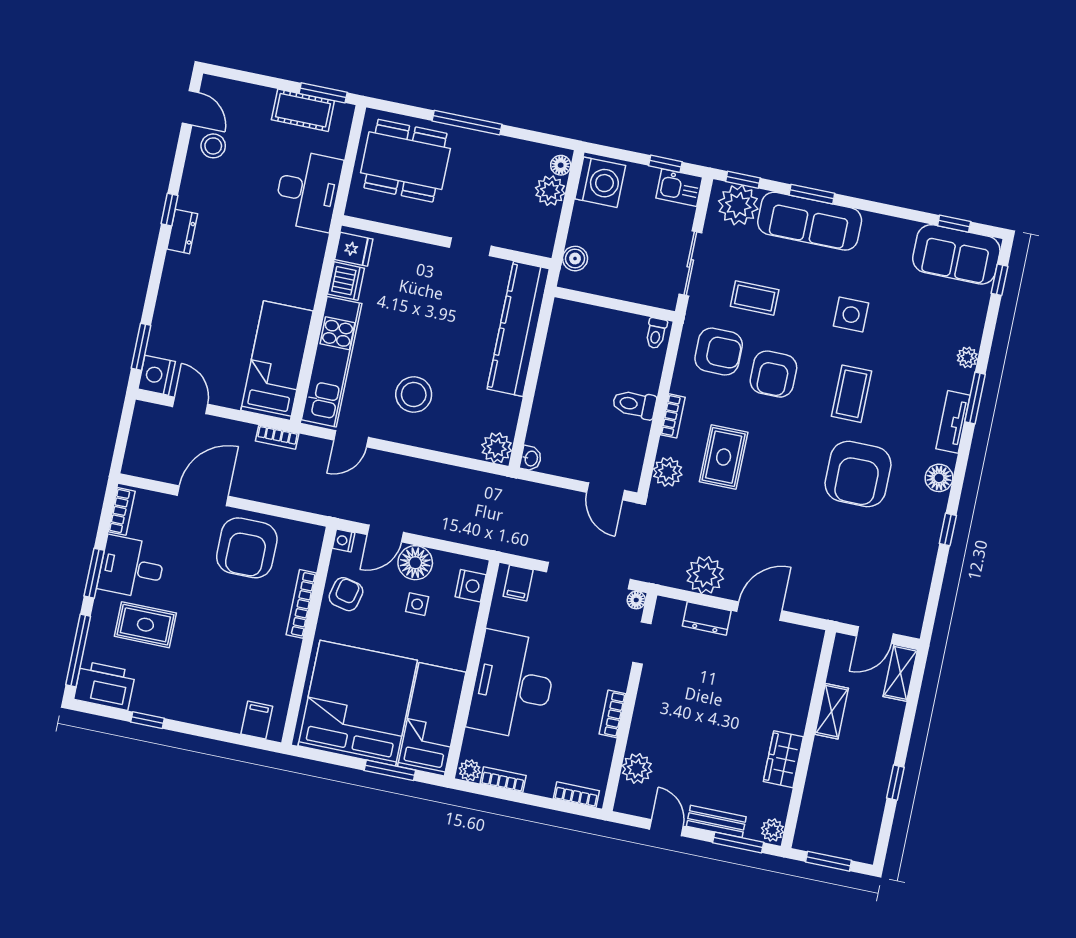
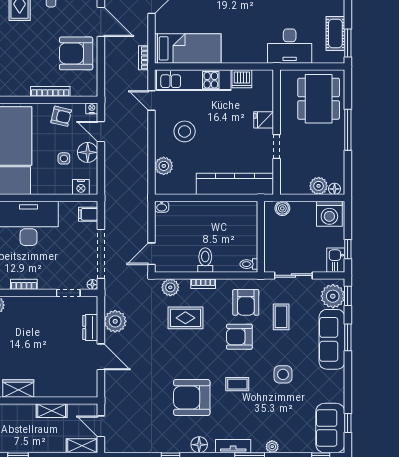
fridge: (354, 249) -> (264, 120), moved, turned 90
coffee table: (851, 394) -> (237, 384), width x0.73, depth x0.77
plant: (497, 448) -> (164, 166), moved

